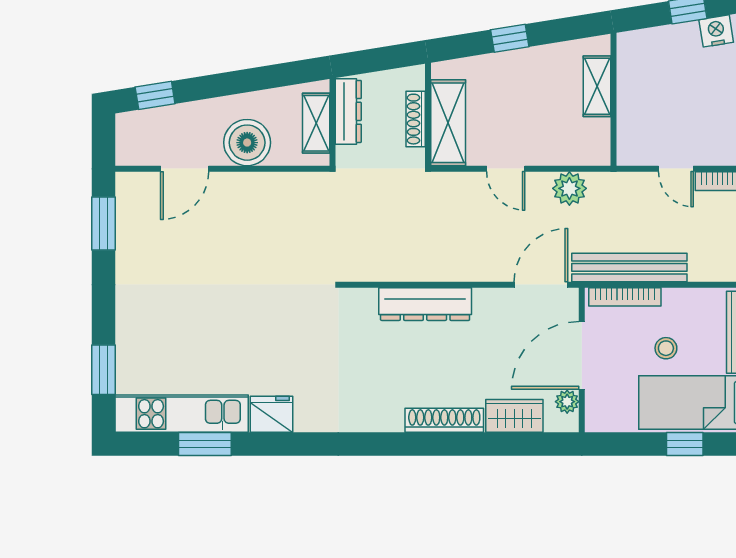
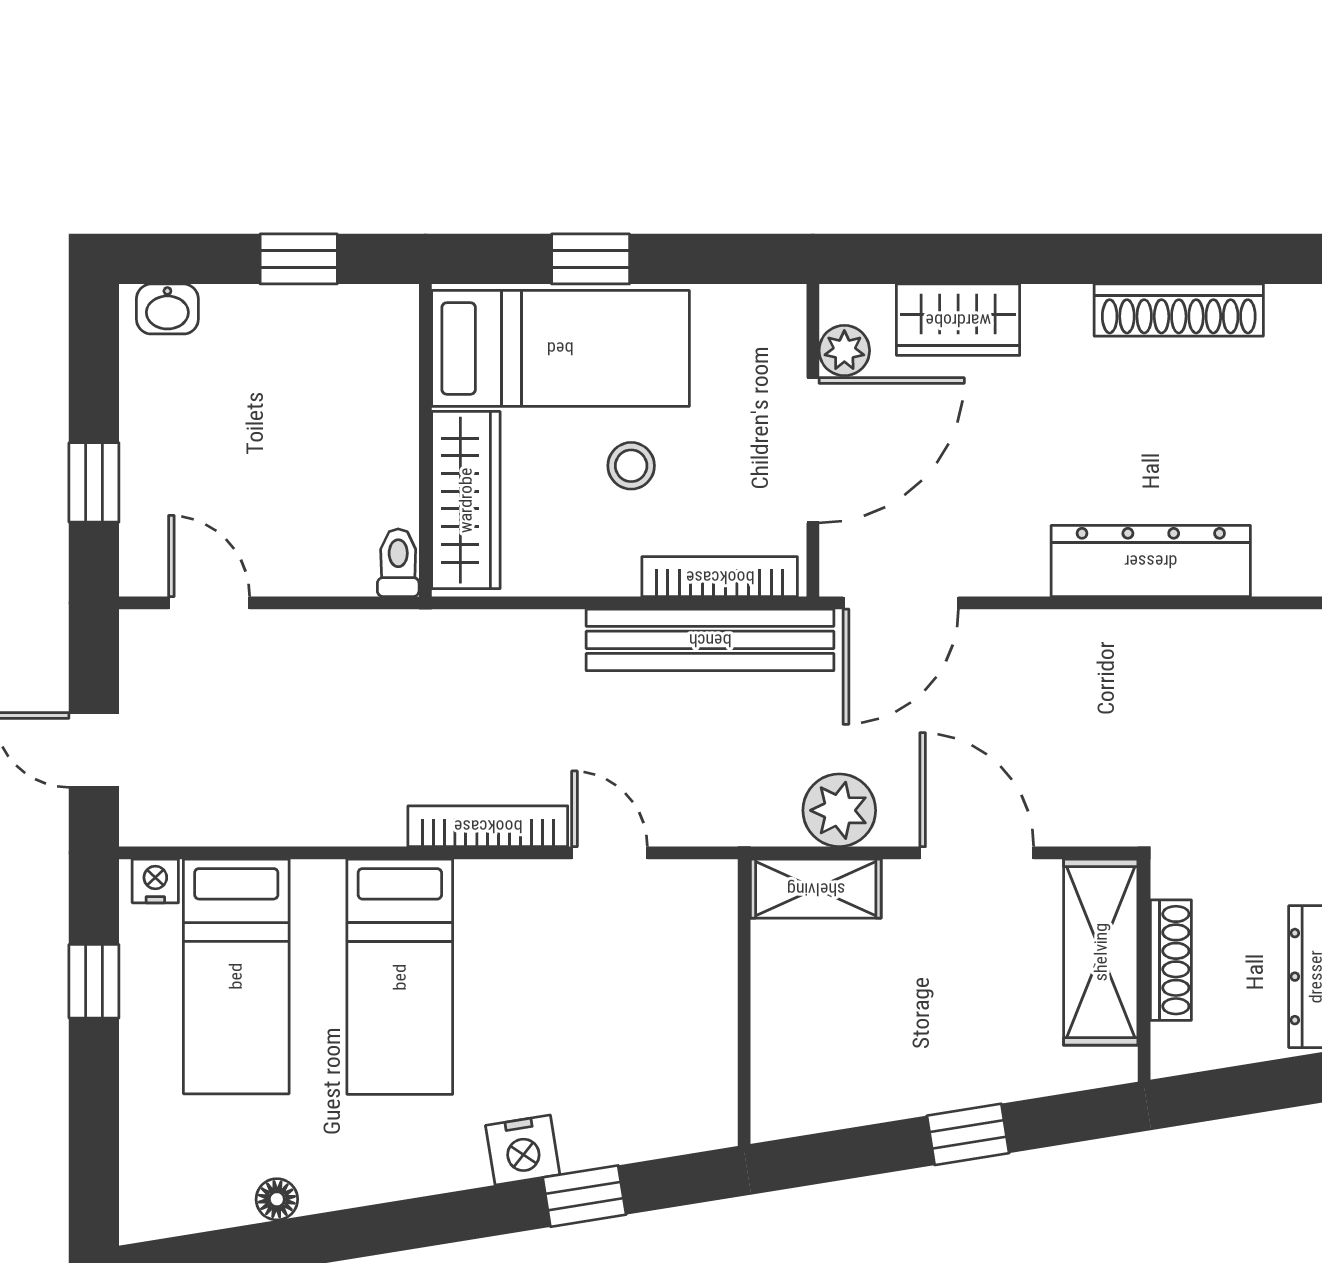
shelving: (597, 86) -> (816, 889), moved, turned 90
door: (506, 169) -> (977, 853), width x1.38
shoe rack: (444, 420) -> (1179, 310), moved

